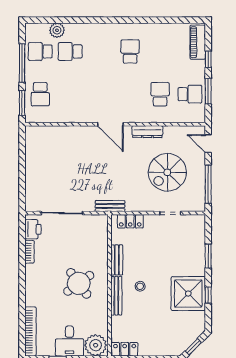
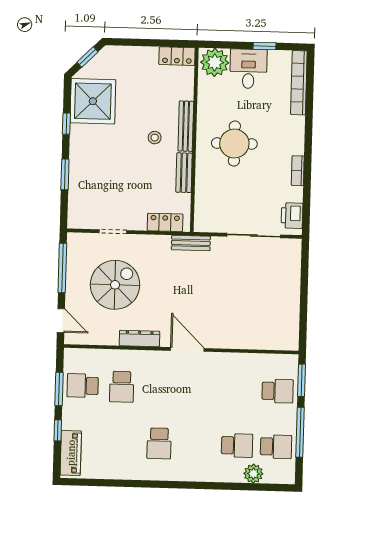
school desk: (40, 94) -> (278, 391), turned 90
bookcase: (29, 252) -> (298, 171), moved
round table: (79, 283) -> (234, 144), turned 36
shower: (188, 294) -> (93, 101), moved

